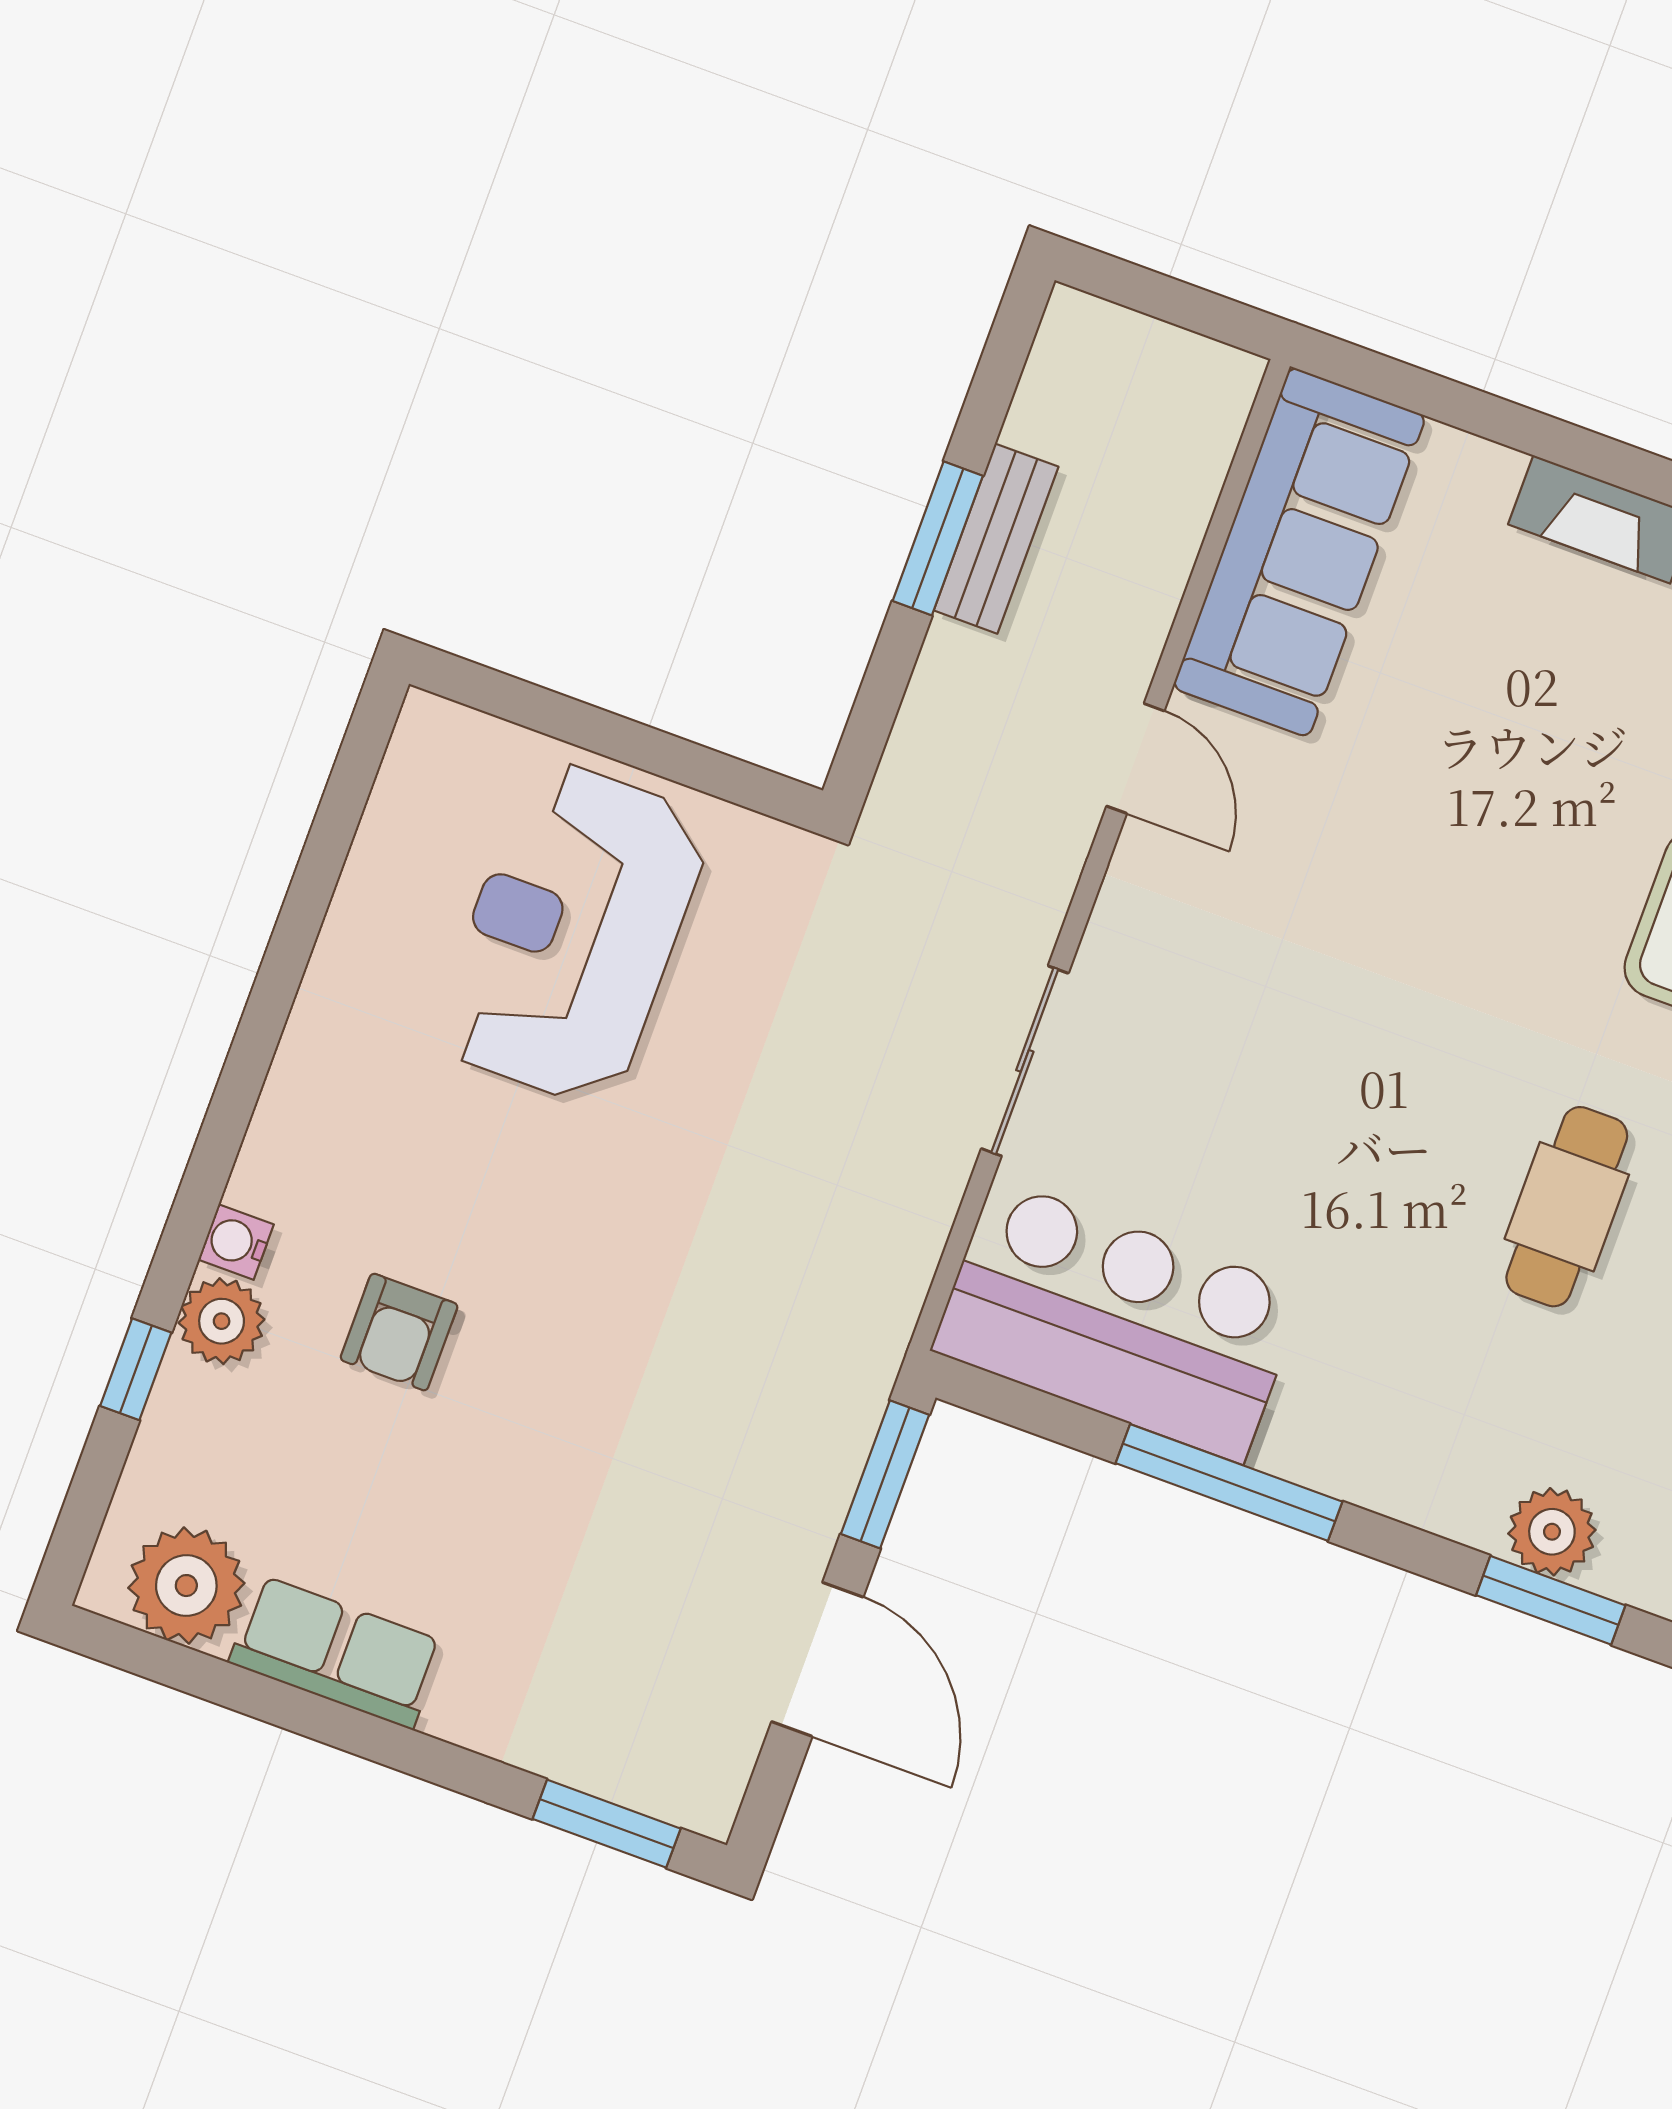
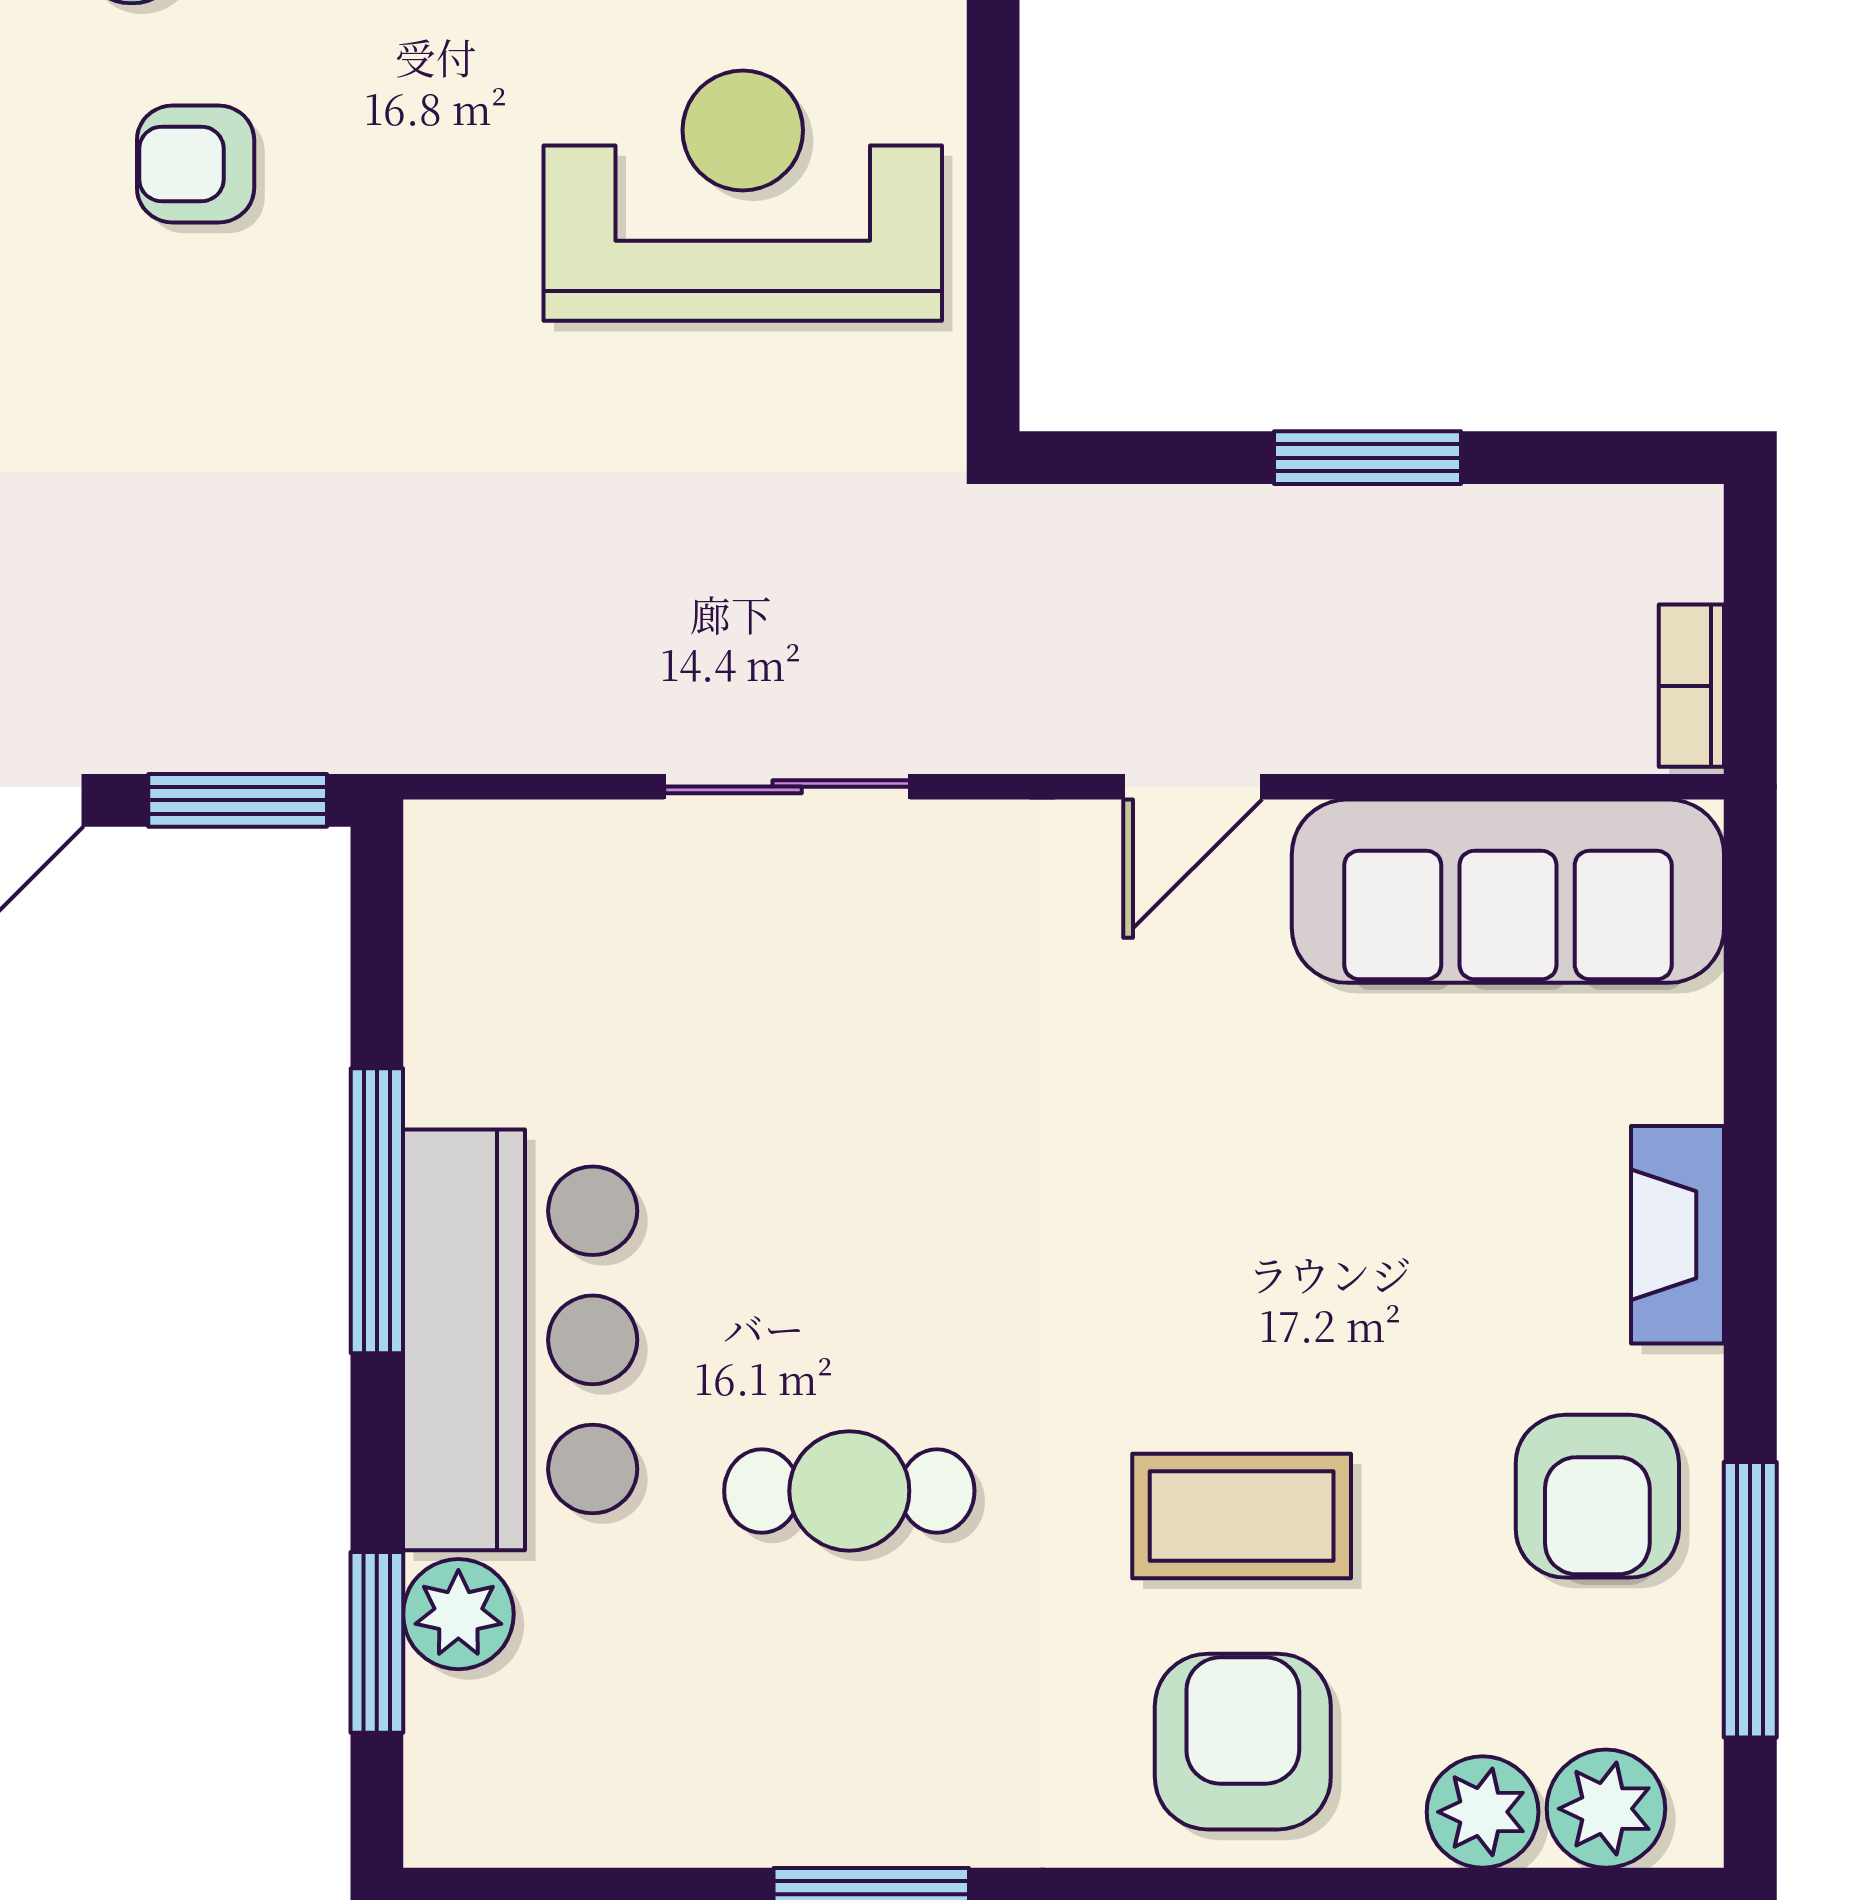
bookcase: (1196, 359) -> (1691, 686), added
bench: (996, 539) -> (1393, 527), removed
bar counter: (1118, 1321) -> (520, 1340), moved

